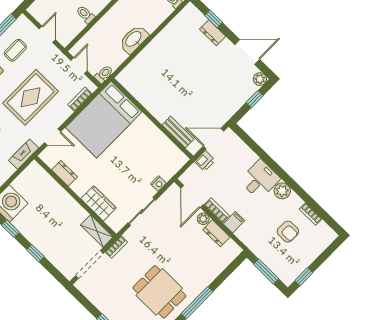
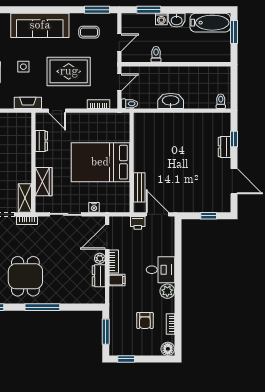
plant: (260, 79) -> (225, 206), removed
bed: (104, 120) -> (100, 162), moved
floor lamp: (328, 236) -> (168, 349), added

